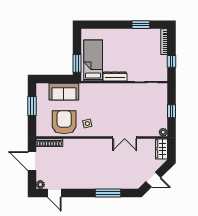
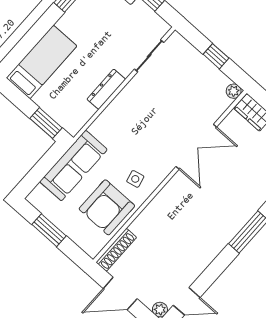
bed: (93, 60) -> (42, 62), moved, turned 90
sofa: (64, 92) -> (73, 166), width x1.36
armchair: (64, 122) -> (107, 207), turned -90
double door: (125, 138) -> (196, 147), width x1.37

